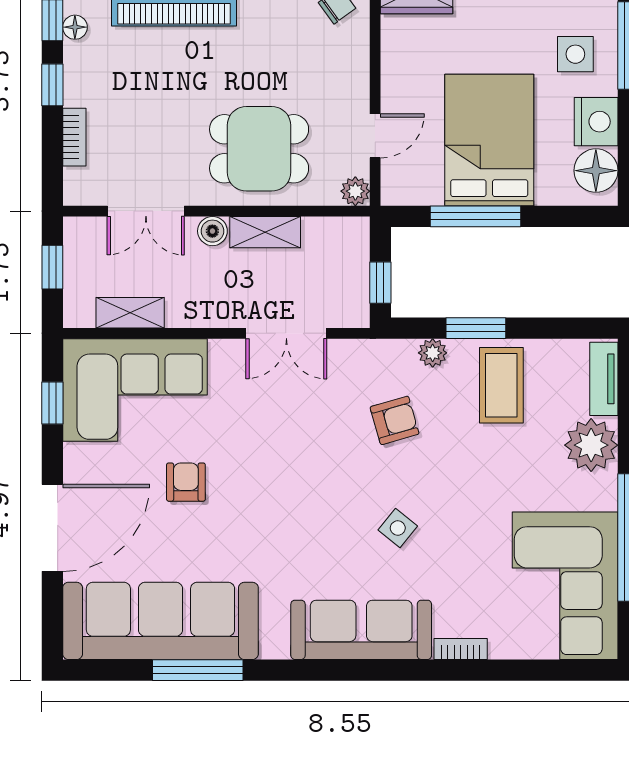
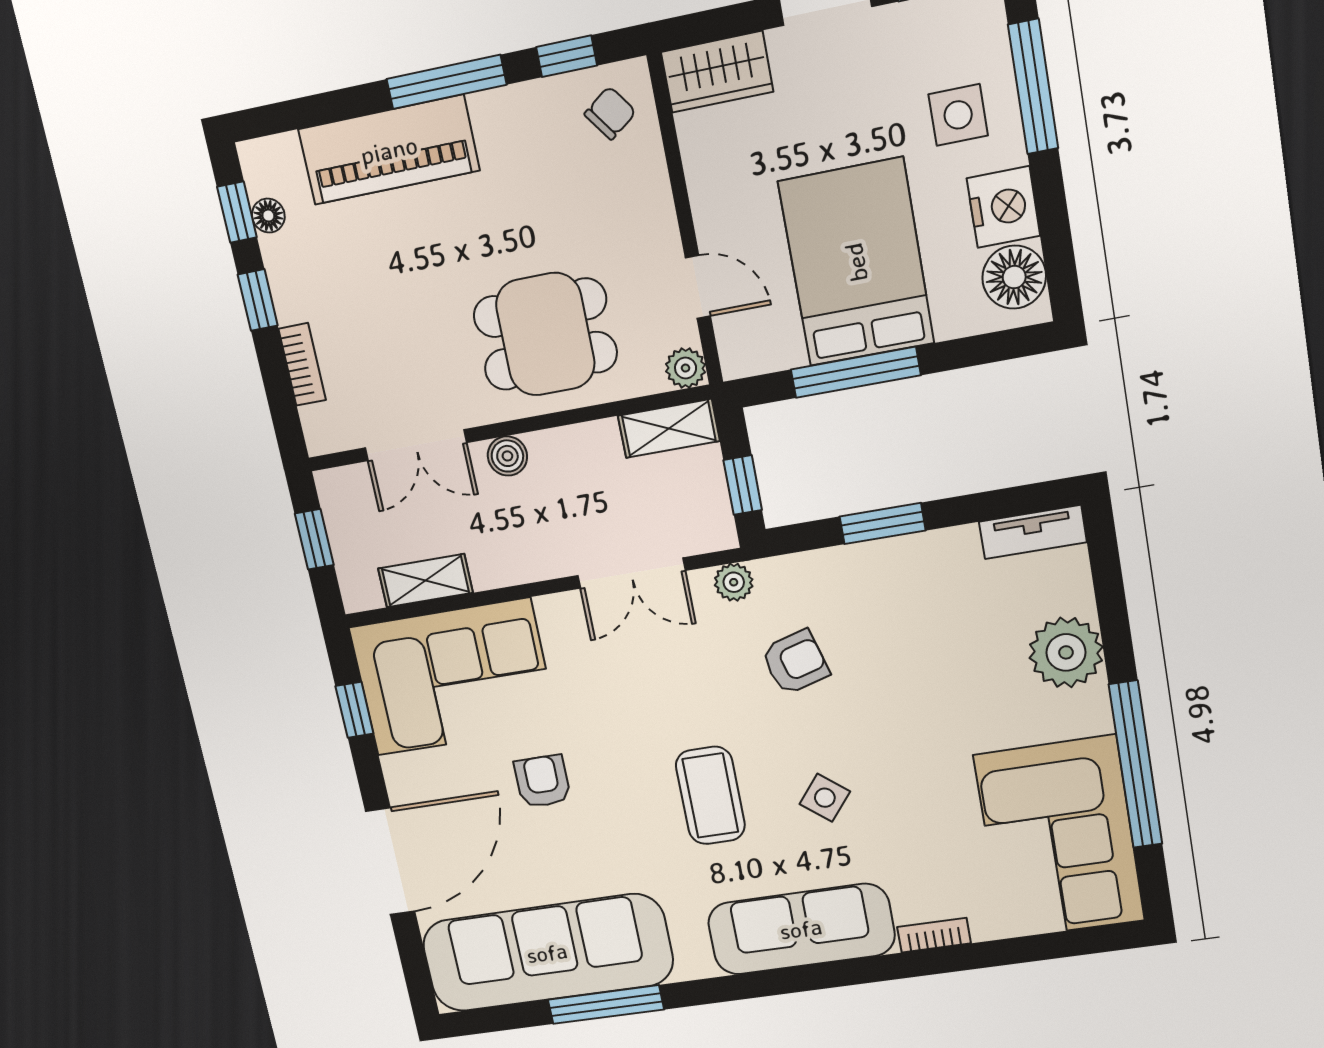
door: (375, 136) -> (698, 287), hinge flipped
shelving: (265, 232) -> (669, 428), moved
plant: (433, 353) -> (734, 582), moved
tv unit: (604, 379) -> (1033, 532), moved, turned -90
coffee table: (501, 385) -> (710, 796), moved

